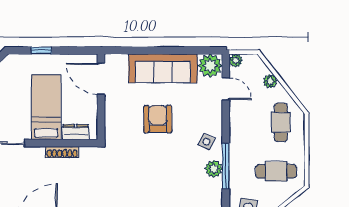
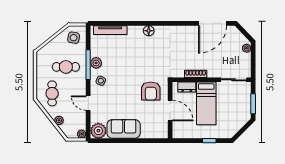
sofa: (163, 68) -> (124, 129), width x0.73
door: (101, 79) -> (170, 110), moved
door: (226, 89) -> (88, 103), moved
armchair: (158, 119) -> (151, 91), moved
cafe table: (276, 171) -> (66, 67), moved

